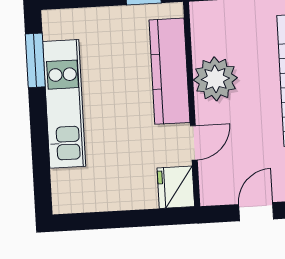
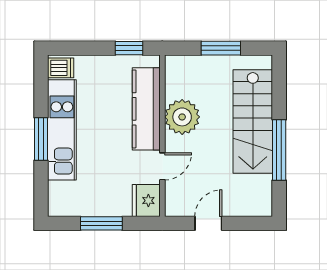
dishwasher: (58, 25) -> (61, 68), added
window: (35, 60) -> (41, 139), moved
window: (121, 219) -> (101, 223), added

